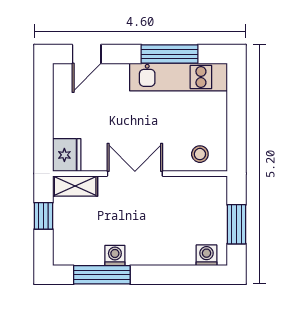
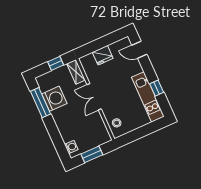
window: (170, 54) -> (157, 88), width x0.46
fridge: (67, 155) -> (103, 55), moved
double door: (135, 174) -> (94, 97), swing flipped
washing machine: (115, 255) -> (54, 99), width x1.89, depth x1.89

